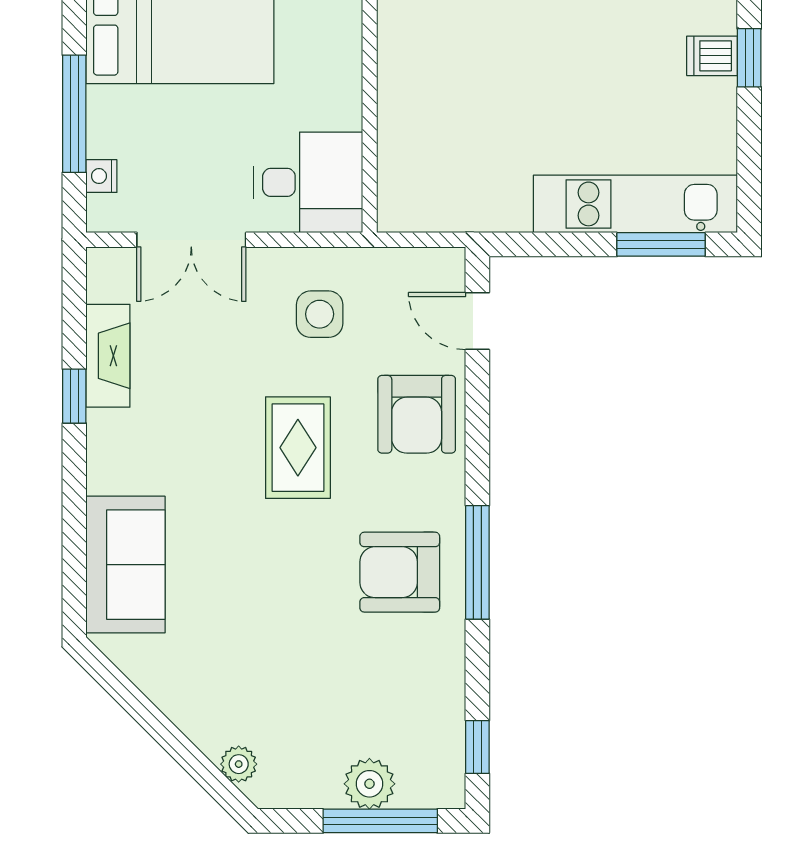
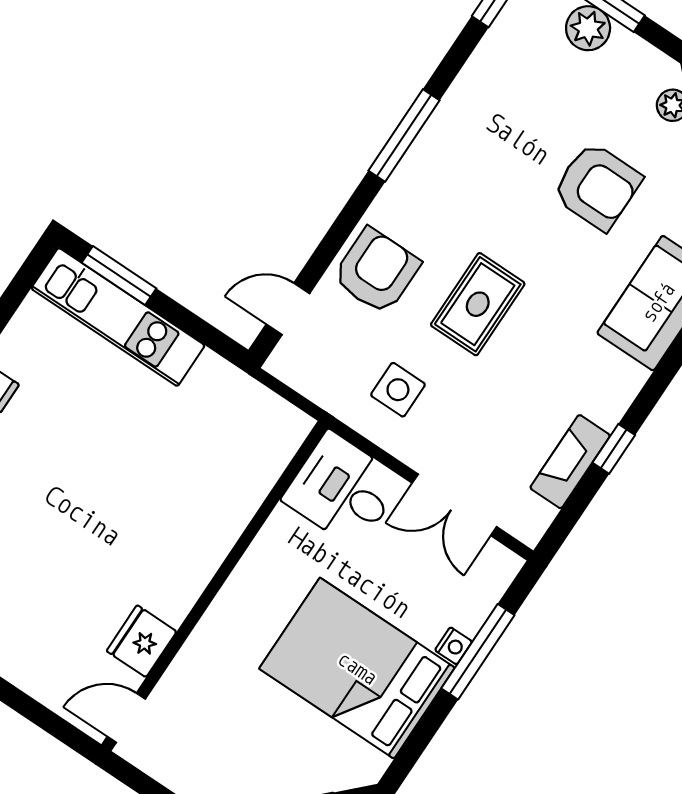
nightstand: (101, 176) -> (454, 646), moved
double door: (191, 240) -> (454, 505), swing flipped
door: (477, 321) -> (288, 309), swing flipped
armchair: (400, 572) -> (597, 186), moved

